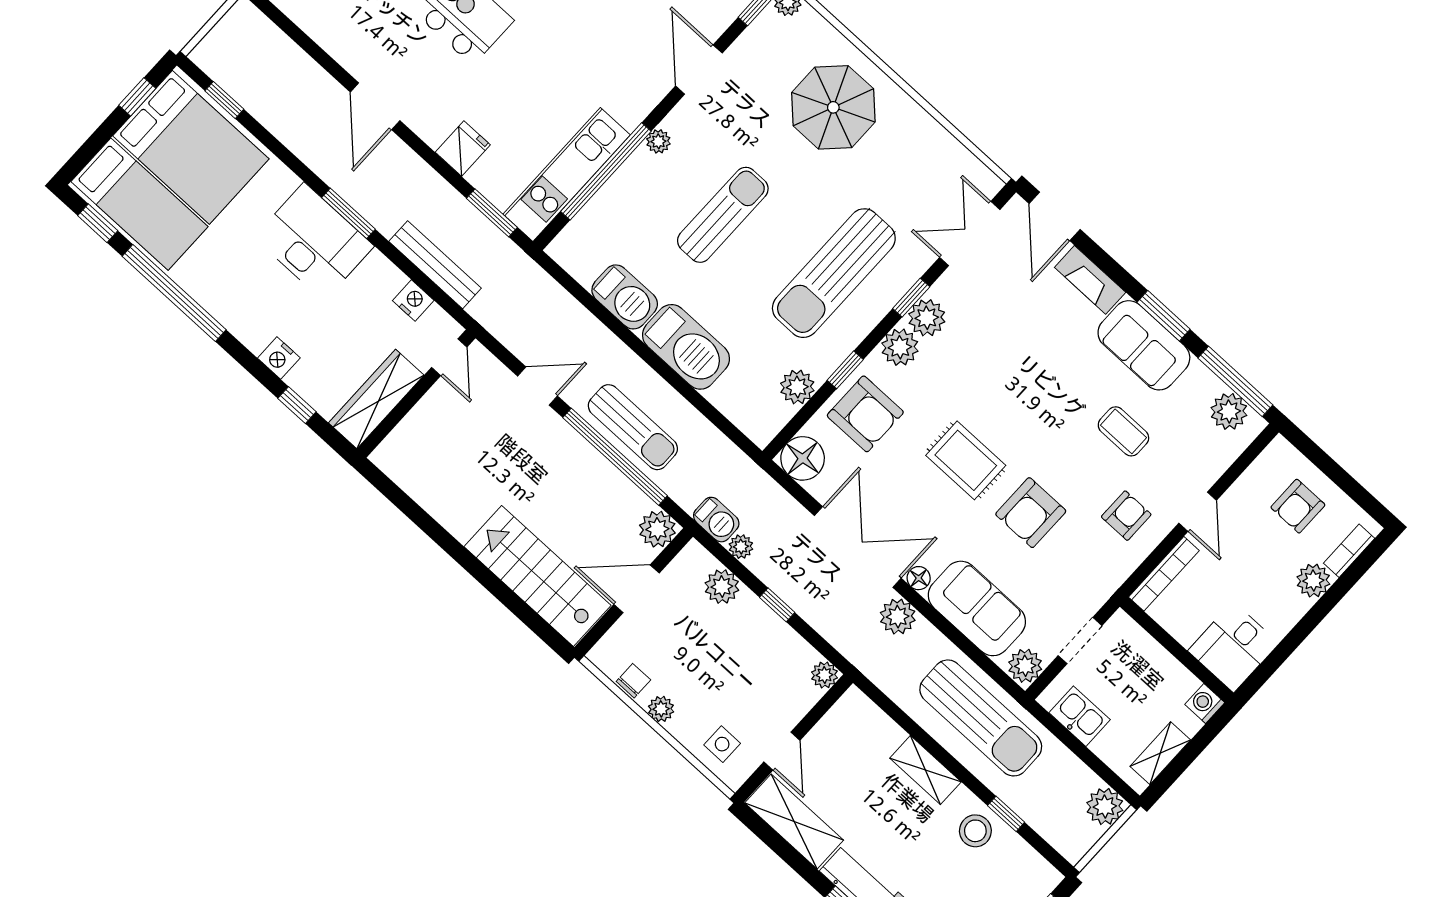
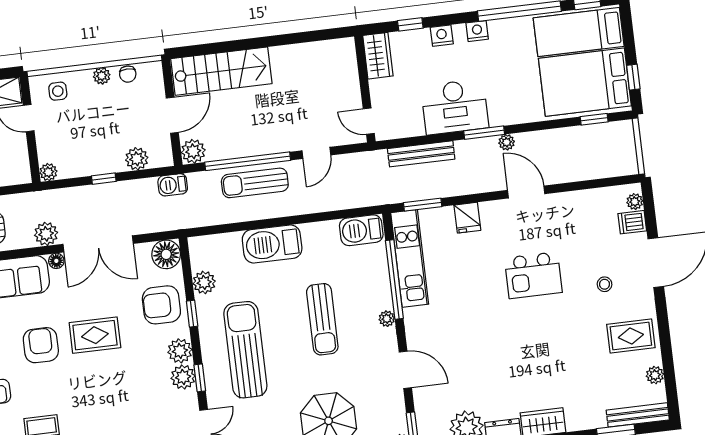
desk: (314, 242) -> (455, 107), moved
barbecue: (625, 297) -> (361, 230), moved
nightstand: (413, 300) -> (477, 31), moved, turned 180
wardrobe: (376, 399) -> (378, 56), width x0.67
plant: (741, 547) -> (507, 142), moved

